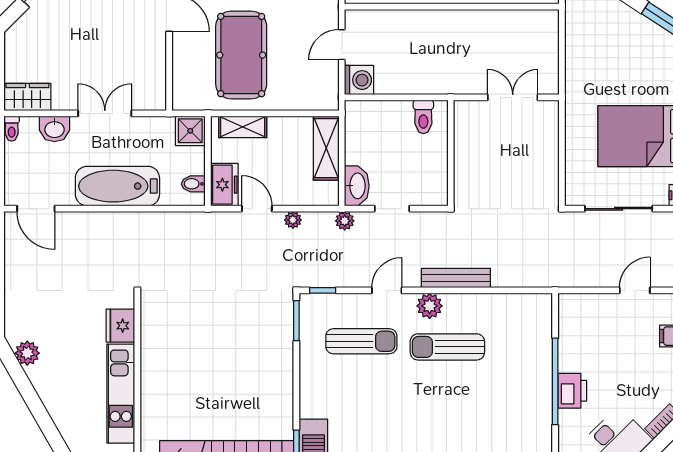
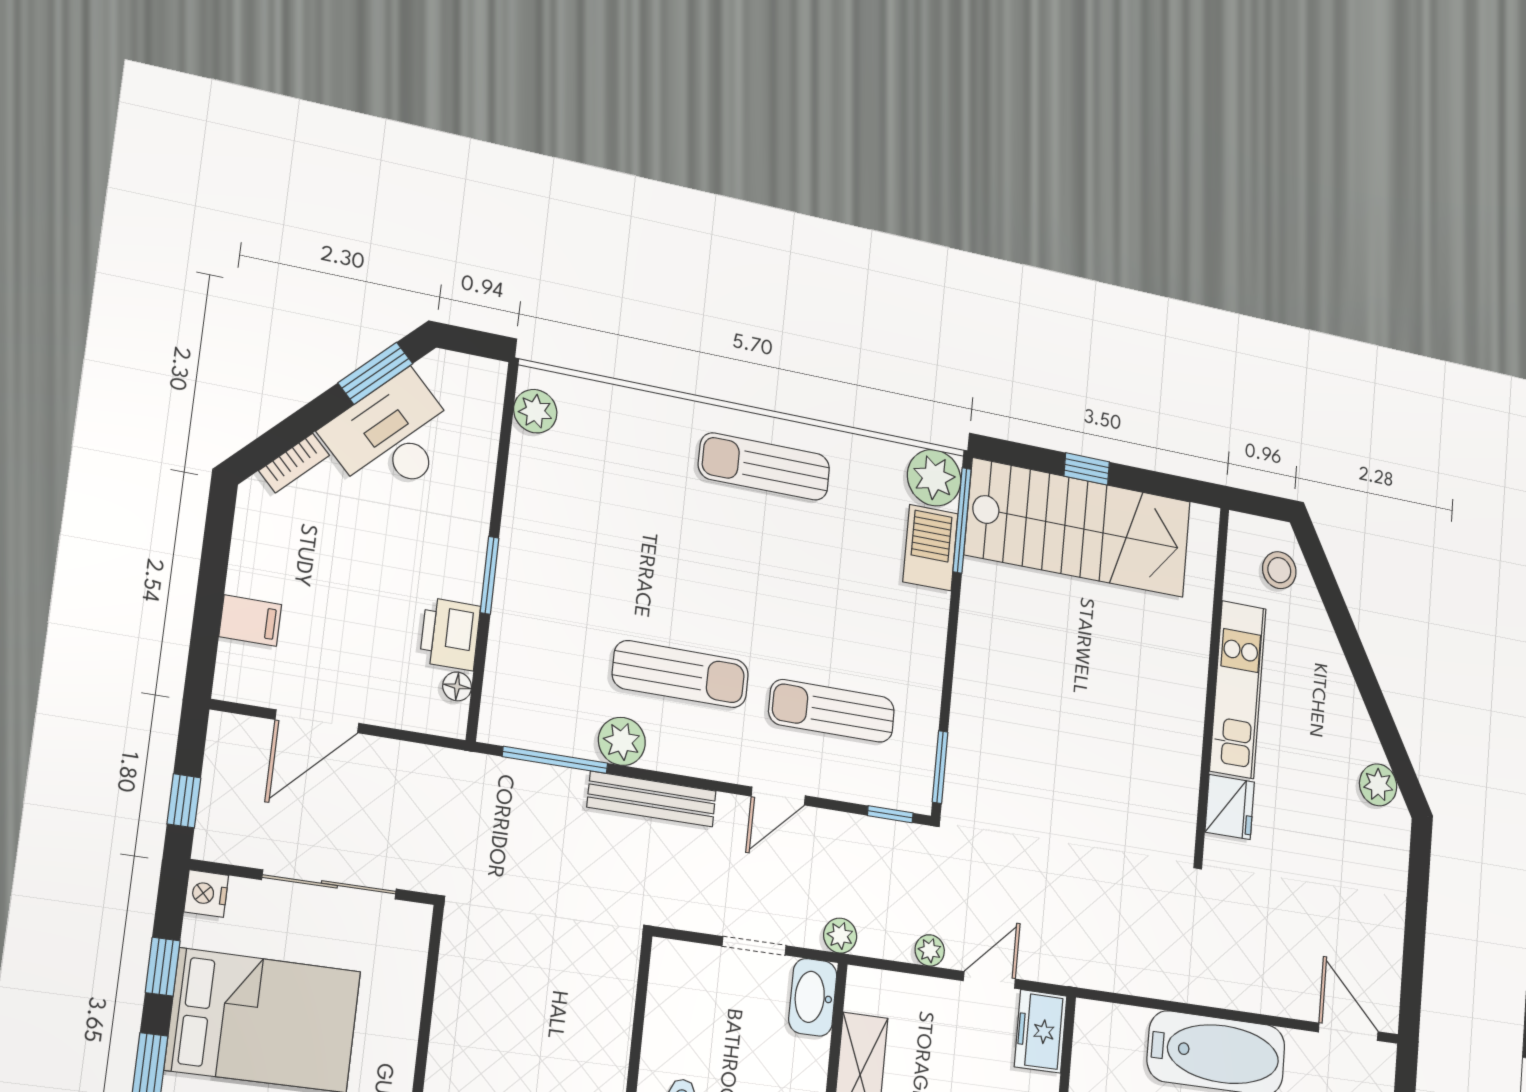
bidet: (193, 184) -> (1092, 1040), removed
door: (257, 209) -> (989, 980), swing flipped
window: (510, 290) -> (555, 760), added
door: (635, 290) -> (317, 721), width x1.38
plant: (430, 306) -> (622, 741), moved
floor lamp: (565, 320) -> (457, 686), added
window: (555, 381) -> (489, 575), width x0.47
printer: (572, 391) -> (450, 634), moved

